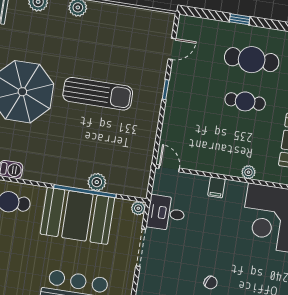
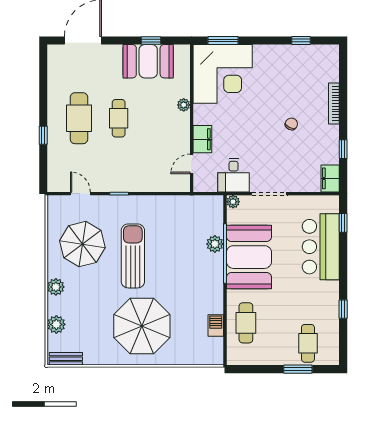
parasol: (119, 43) -> (82, 244), added
door: (169, 168) -> (192, 164), moved
filing cabinet: (216, 187) -> (202, 139), width x2.00

